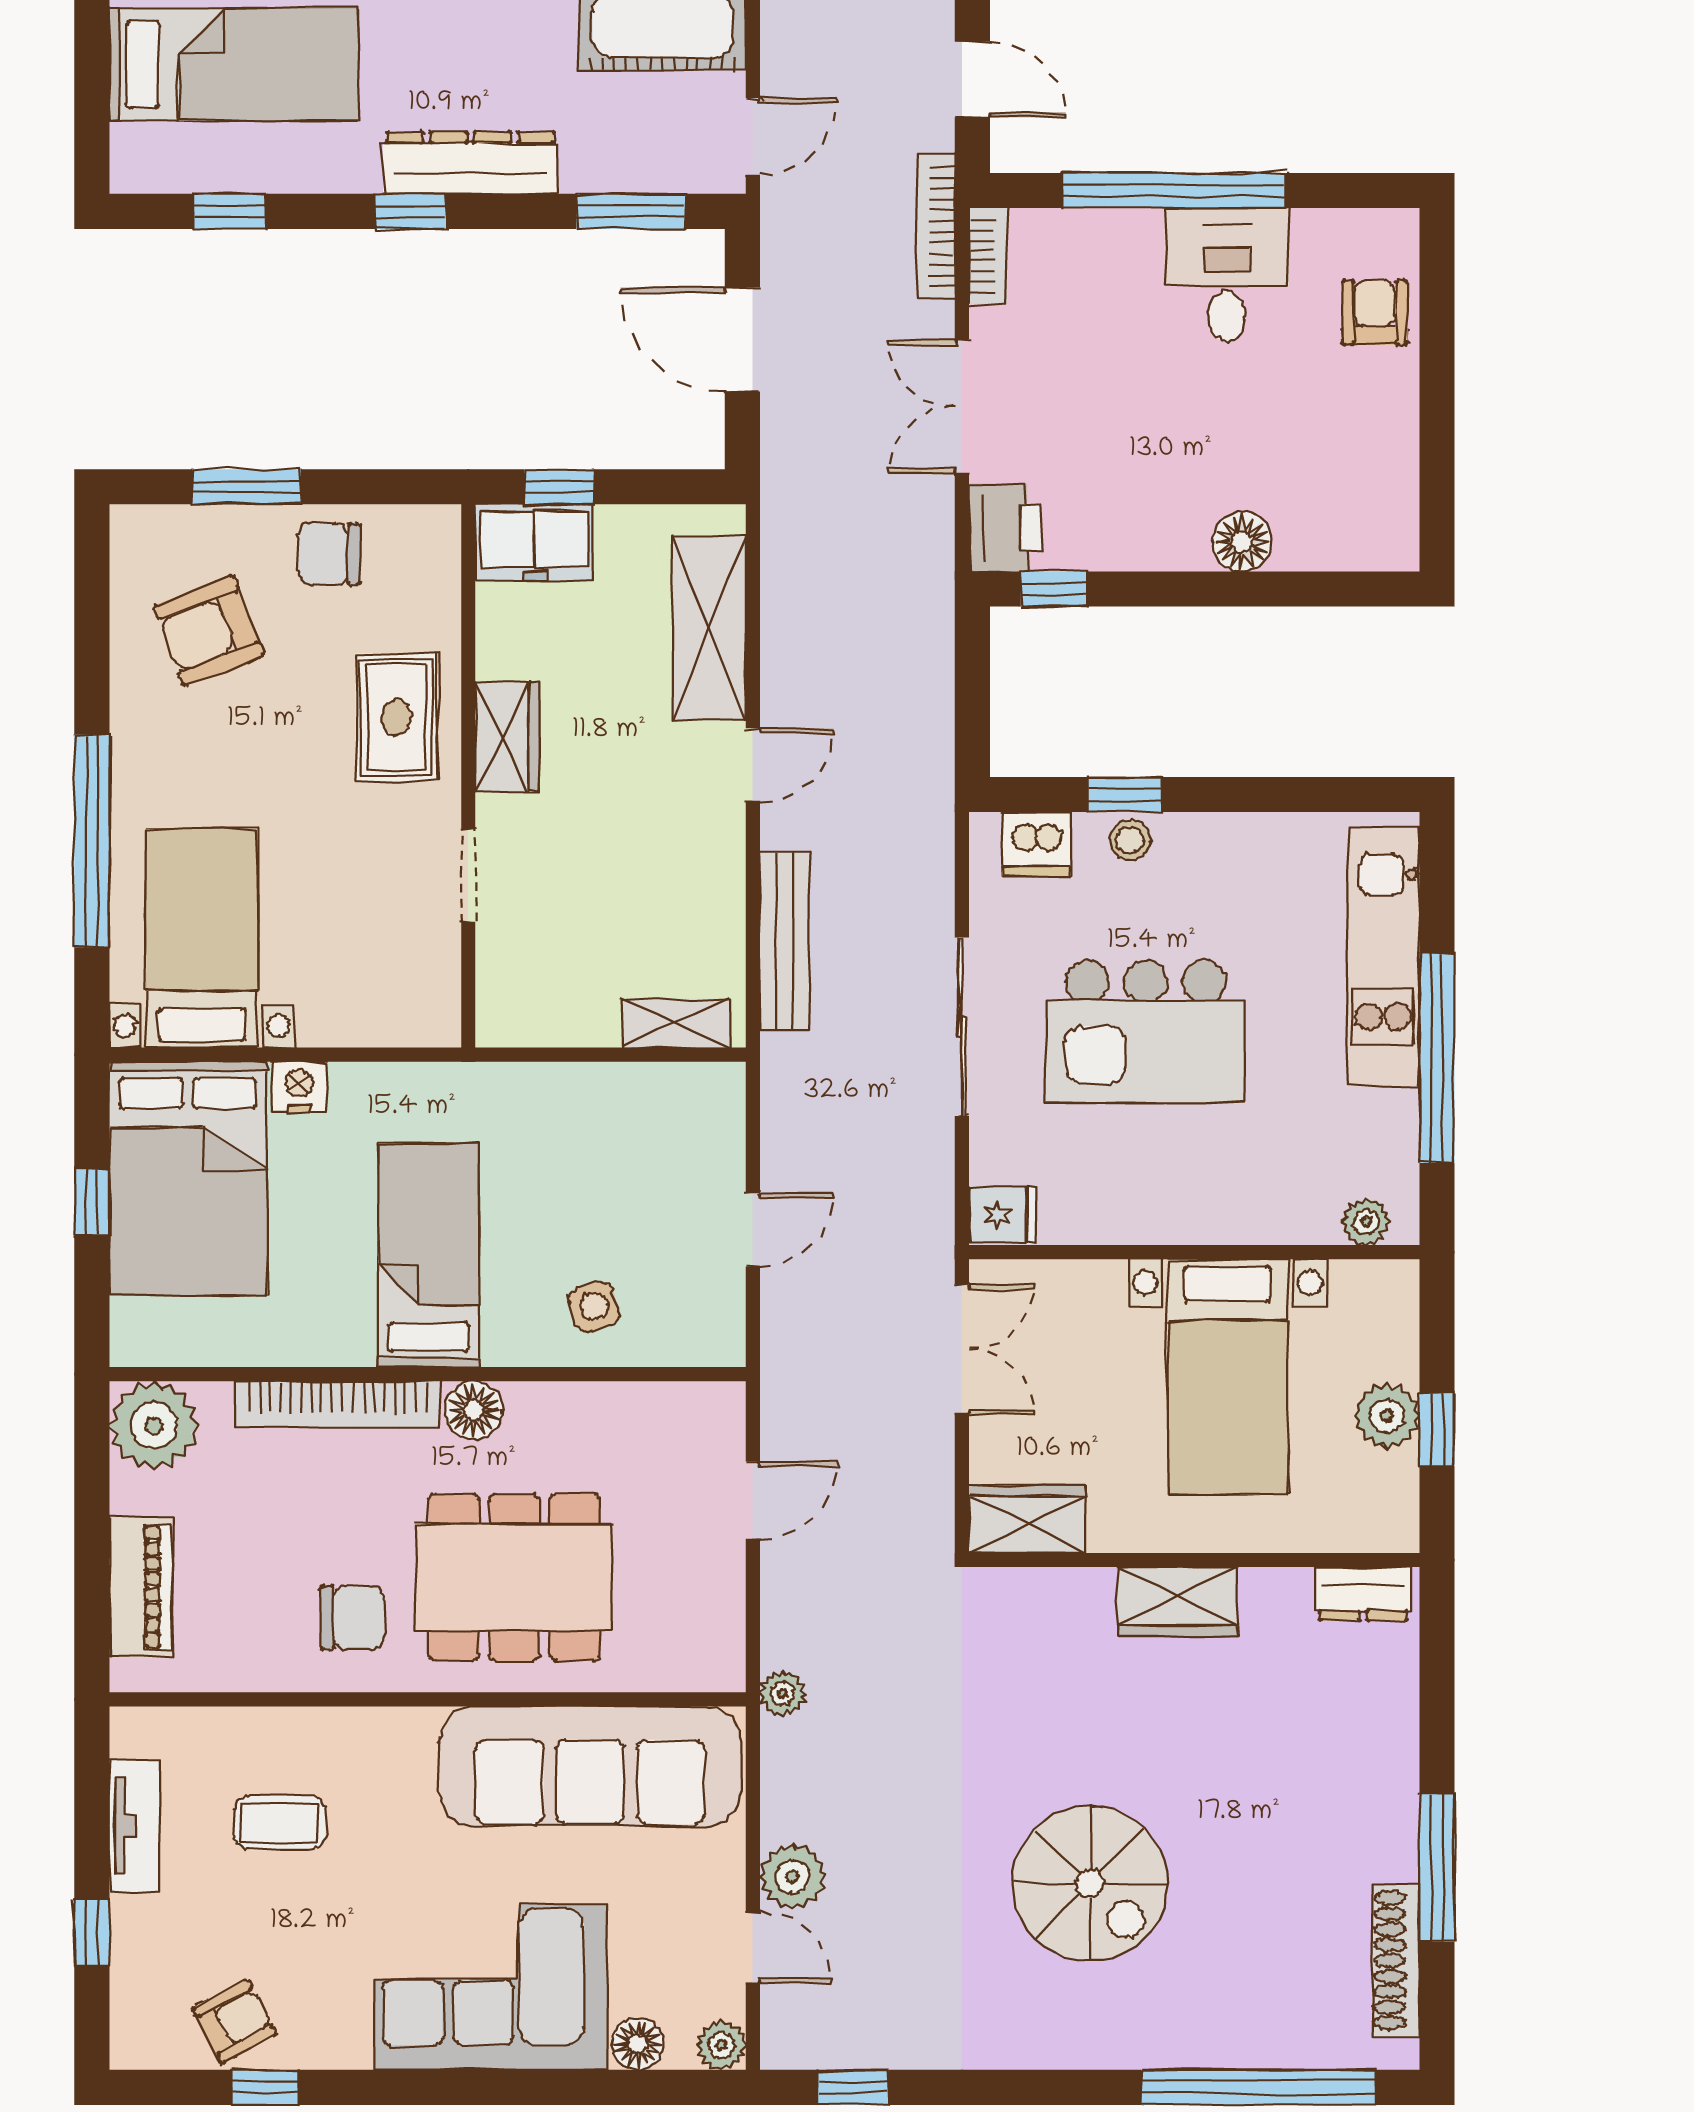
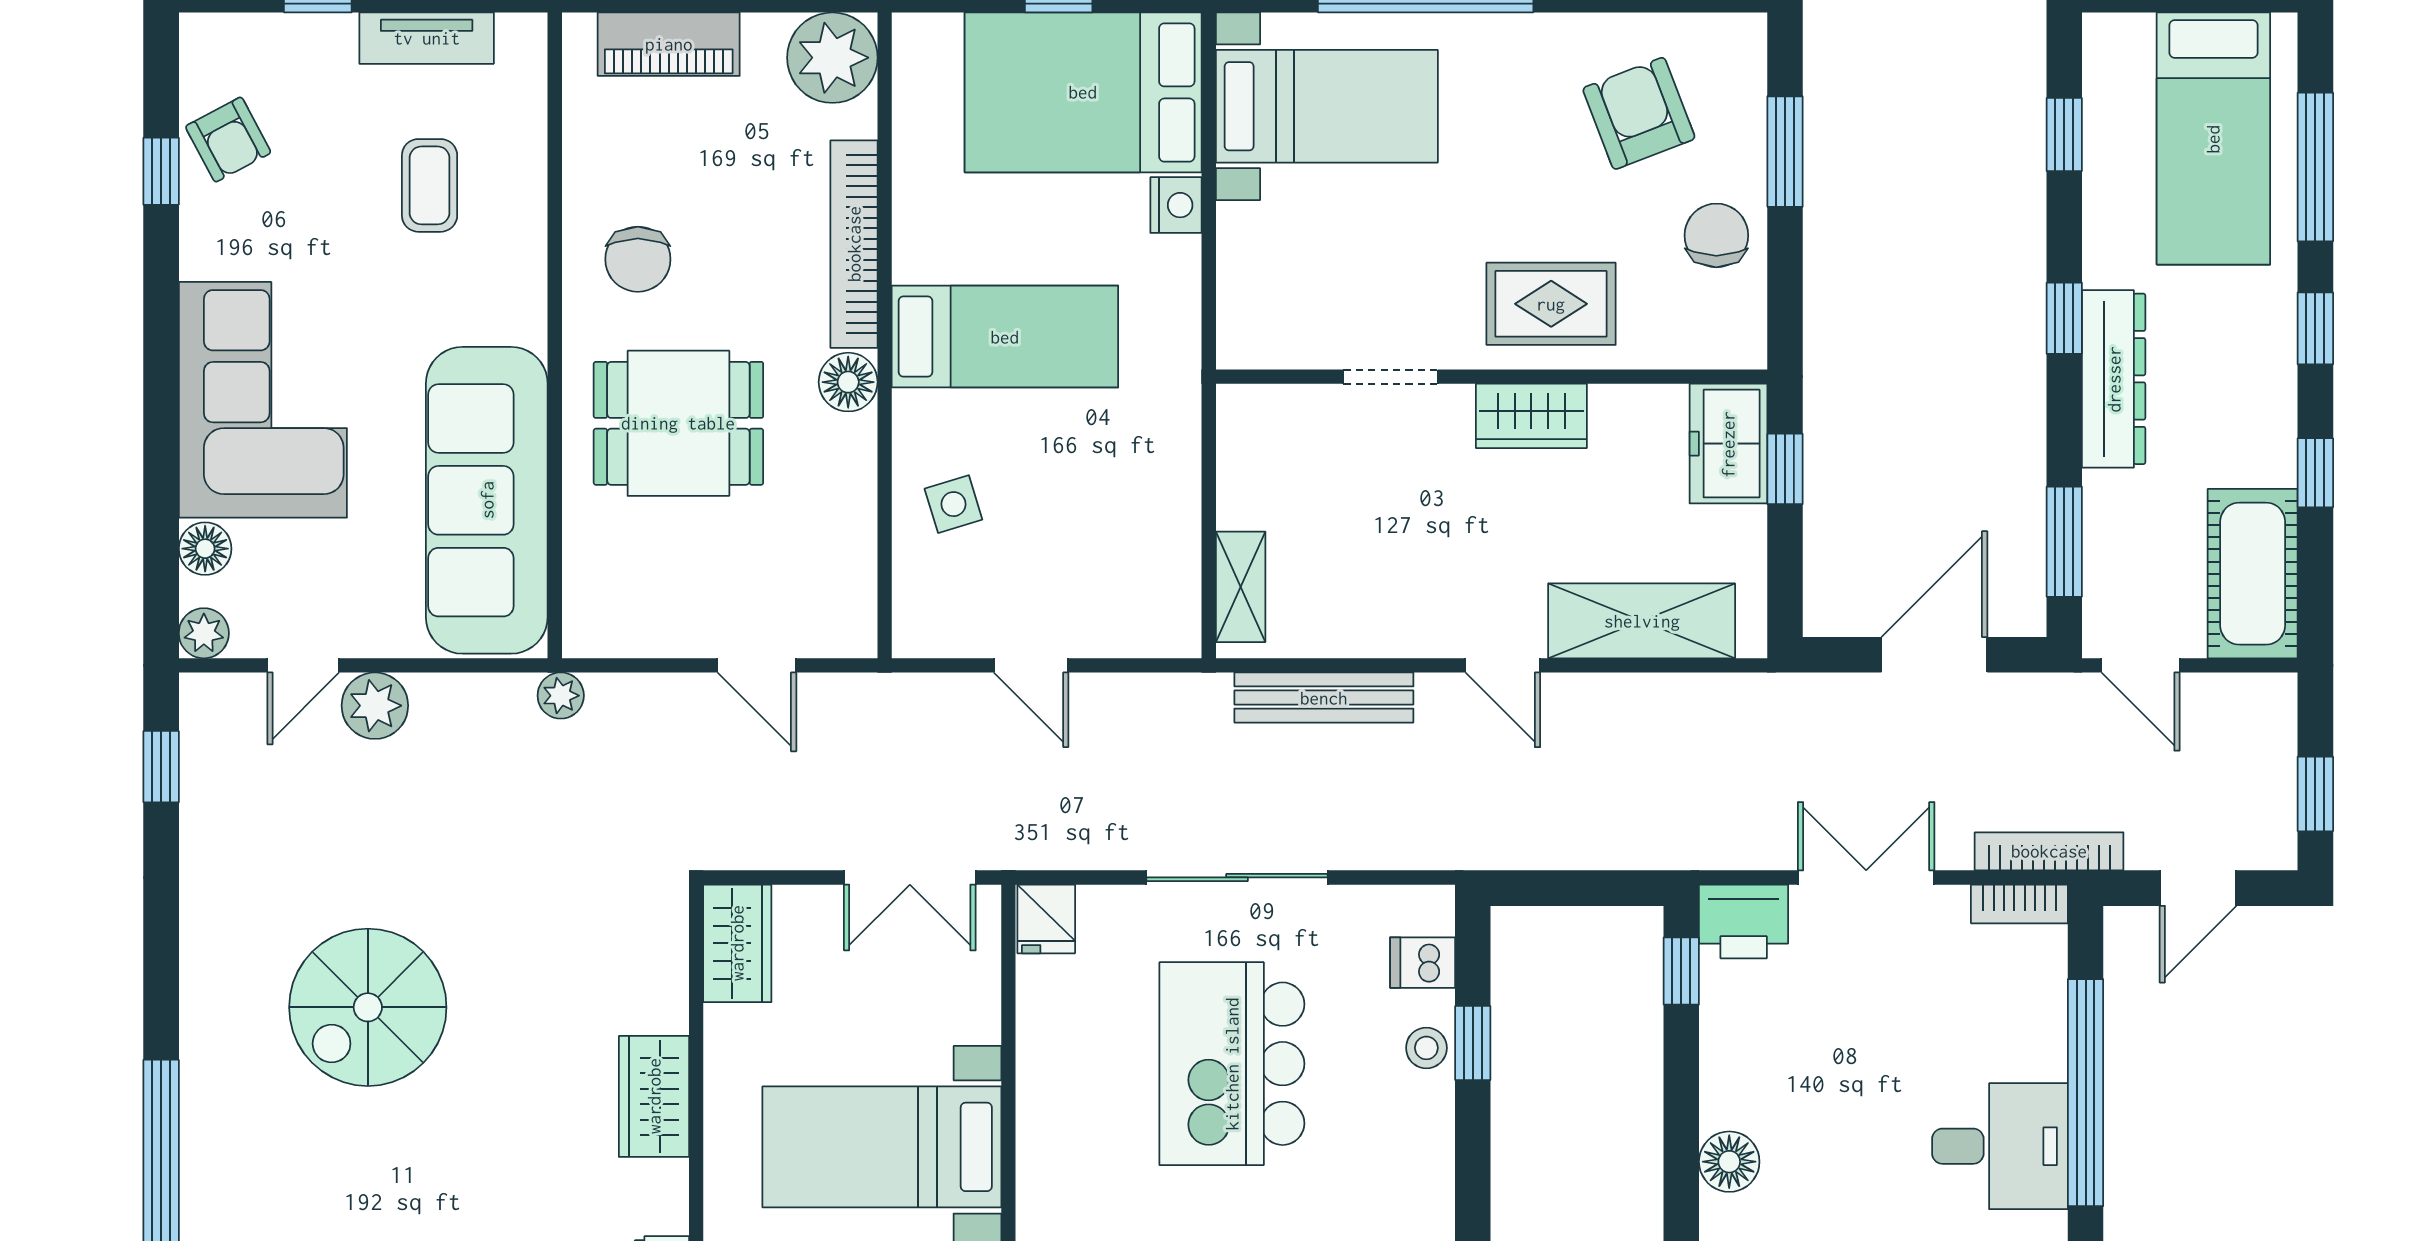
dishwasher: (1036, 844) -> (1423, 963), width x0.73
dining table: (514, 1577) -> (678, 423), width x0.73

